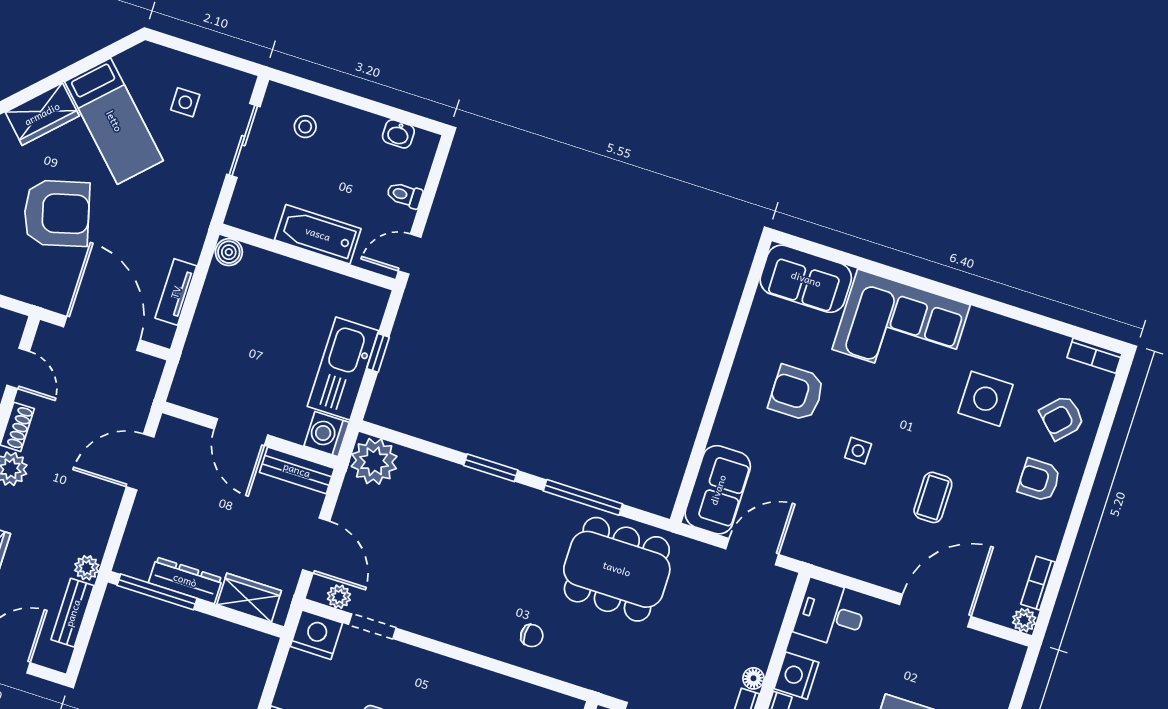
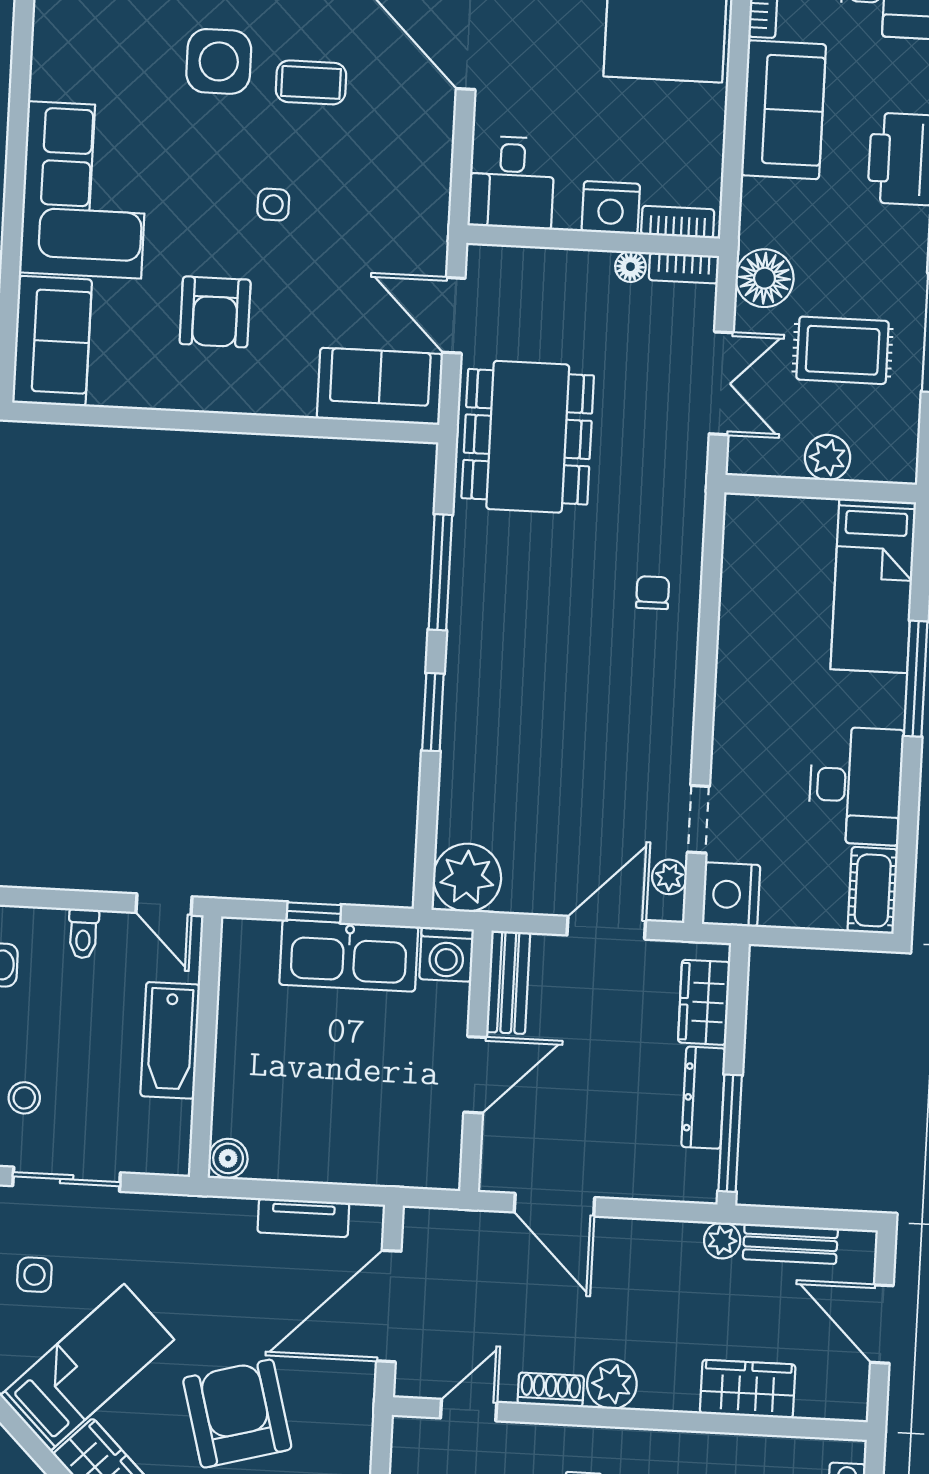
side table: (985, 399) -> (219, 61), moved
dining table: (617, 569) -> (528, 437), moved

